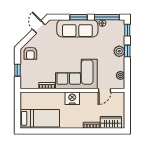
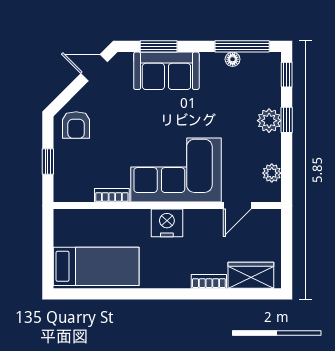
window: (79, 17) -> (159, 46), moved
door: (39, 27) -> (94, 68), hinge flipped
sofa: (77, 28) -> (166, 71), width x0.73

